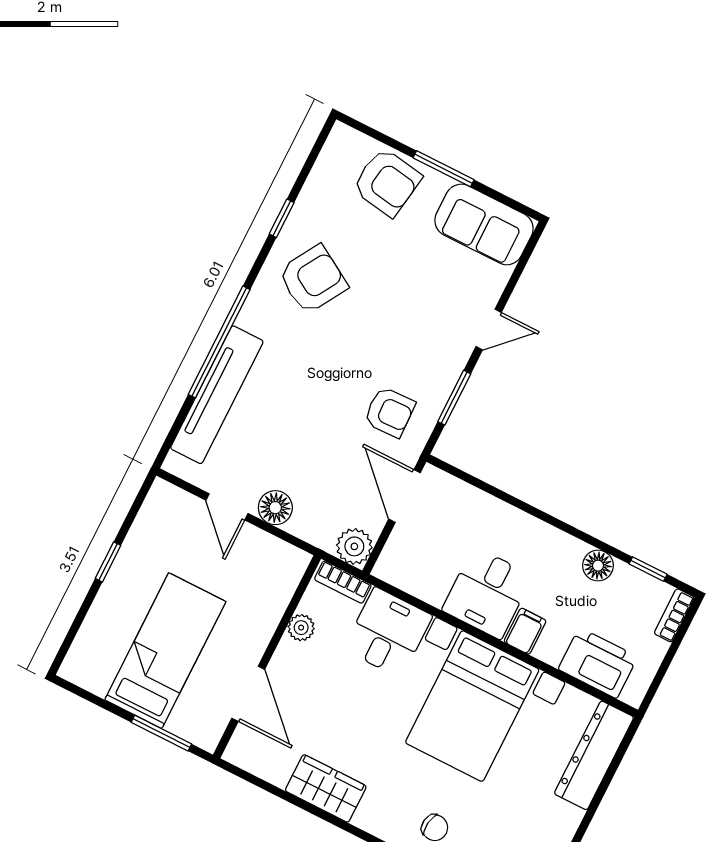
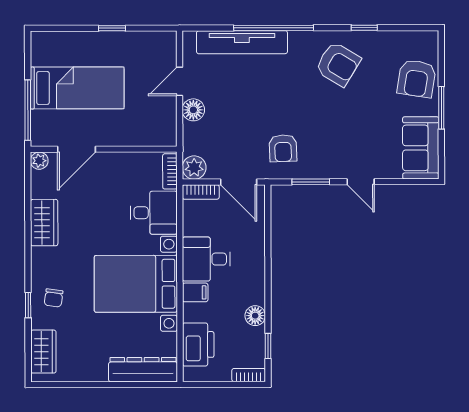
door: (405, 496) -> (239, 182), swing flipped
bookcase: (392, 554) -> (201, 192), added
plant: (301, 628) -> (39, 161), moved
window: (161, 733) -> (28, 110), width x1.44

